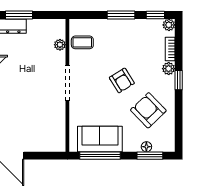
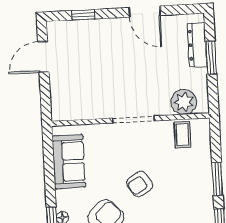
plant: (60, 45) -> (184, 102), width x1.88, depth x1.88
window: (100, 156) -> (49, 163), removed

